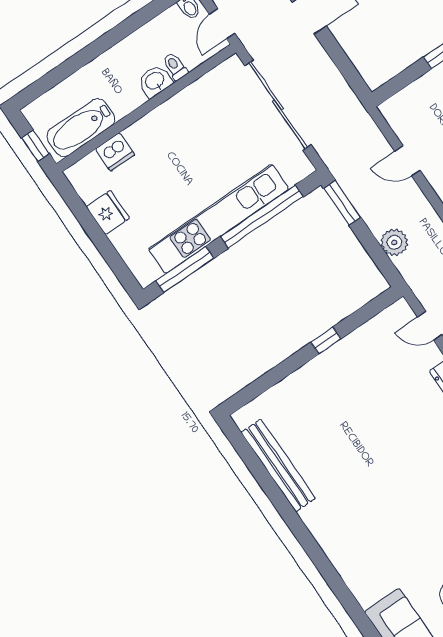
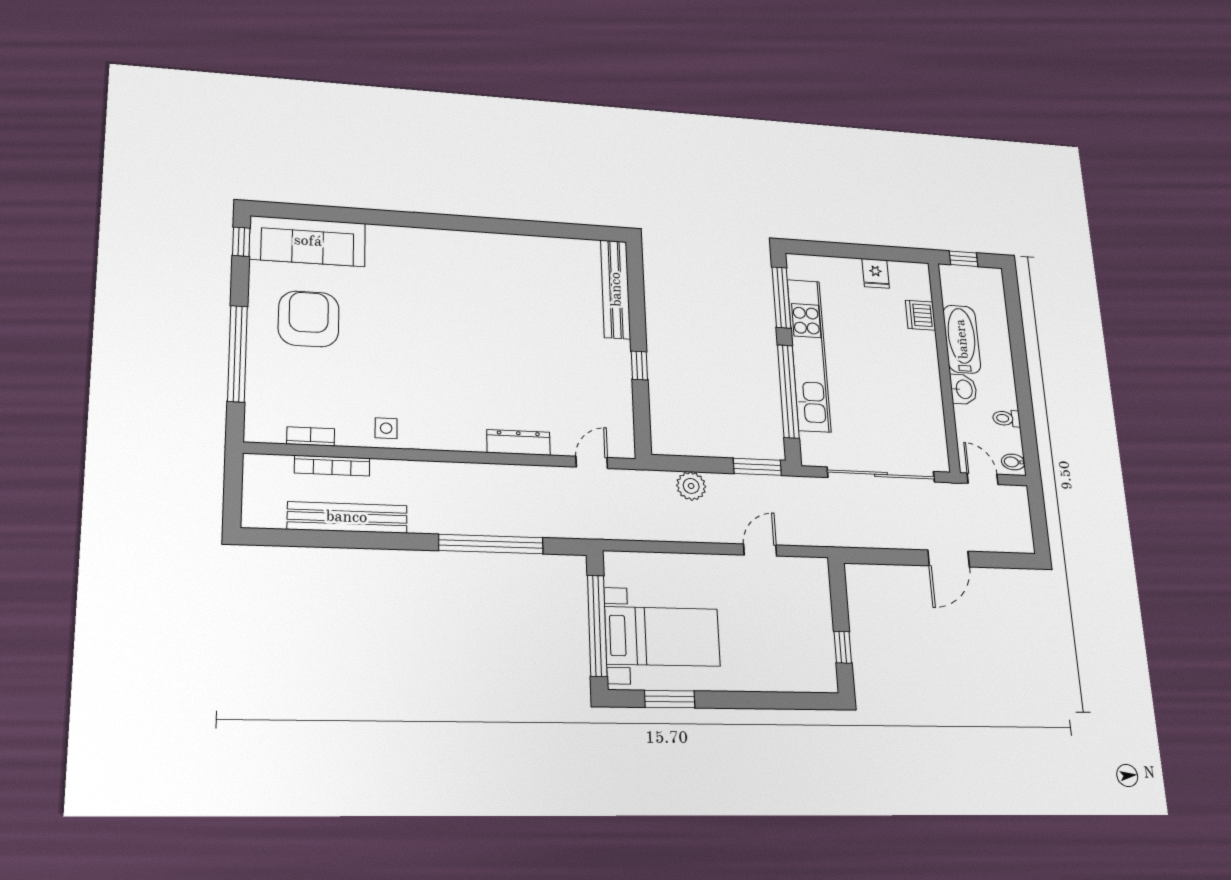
toilet: (175, 66) -> (1006, 418), moved, turned 180
bathtub: (81, 128) -> (962, 339), moved
fridge: (108, 213) -> (876, 273), width x0.72
bench: (278, 465) -> (616, 289), moved, turned 90

